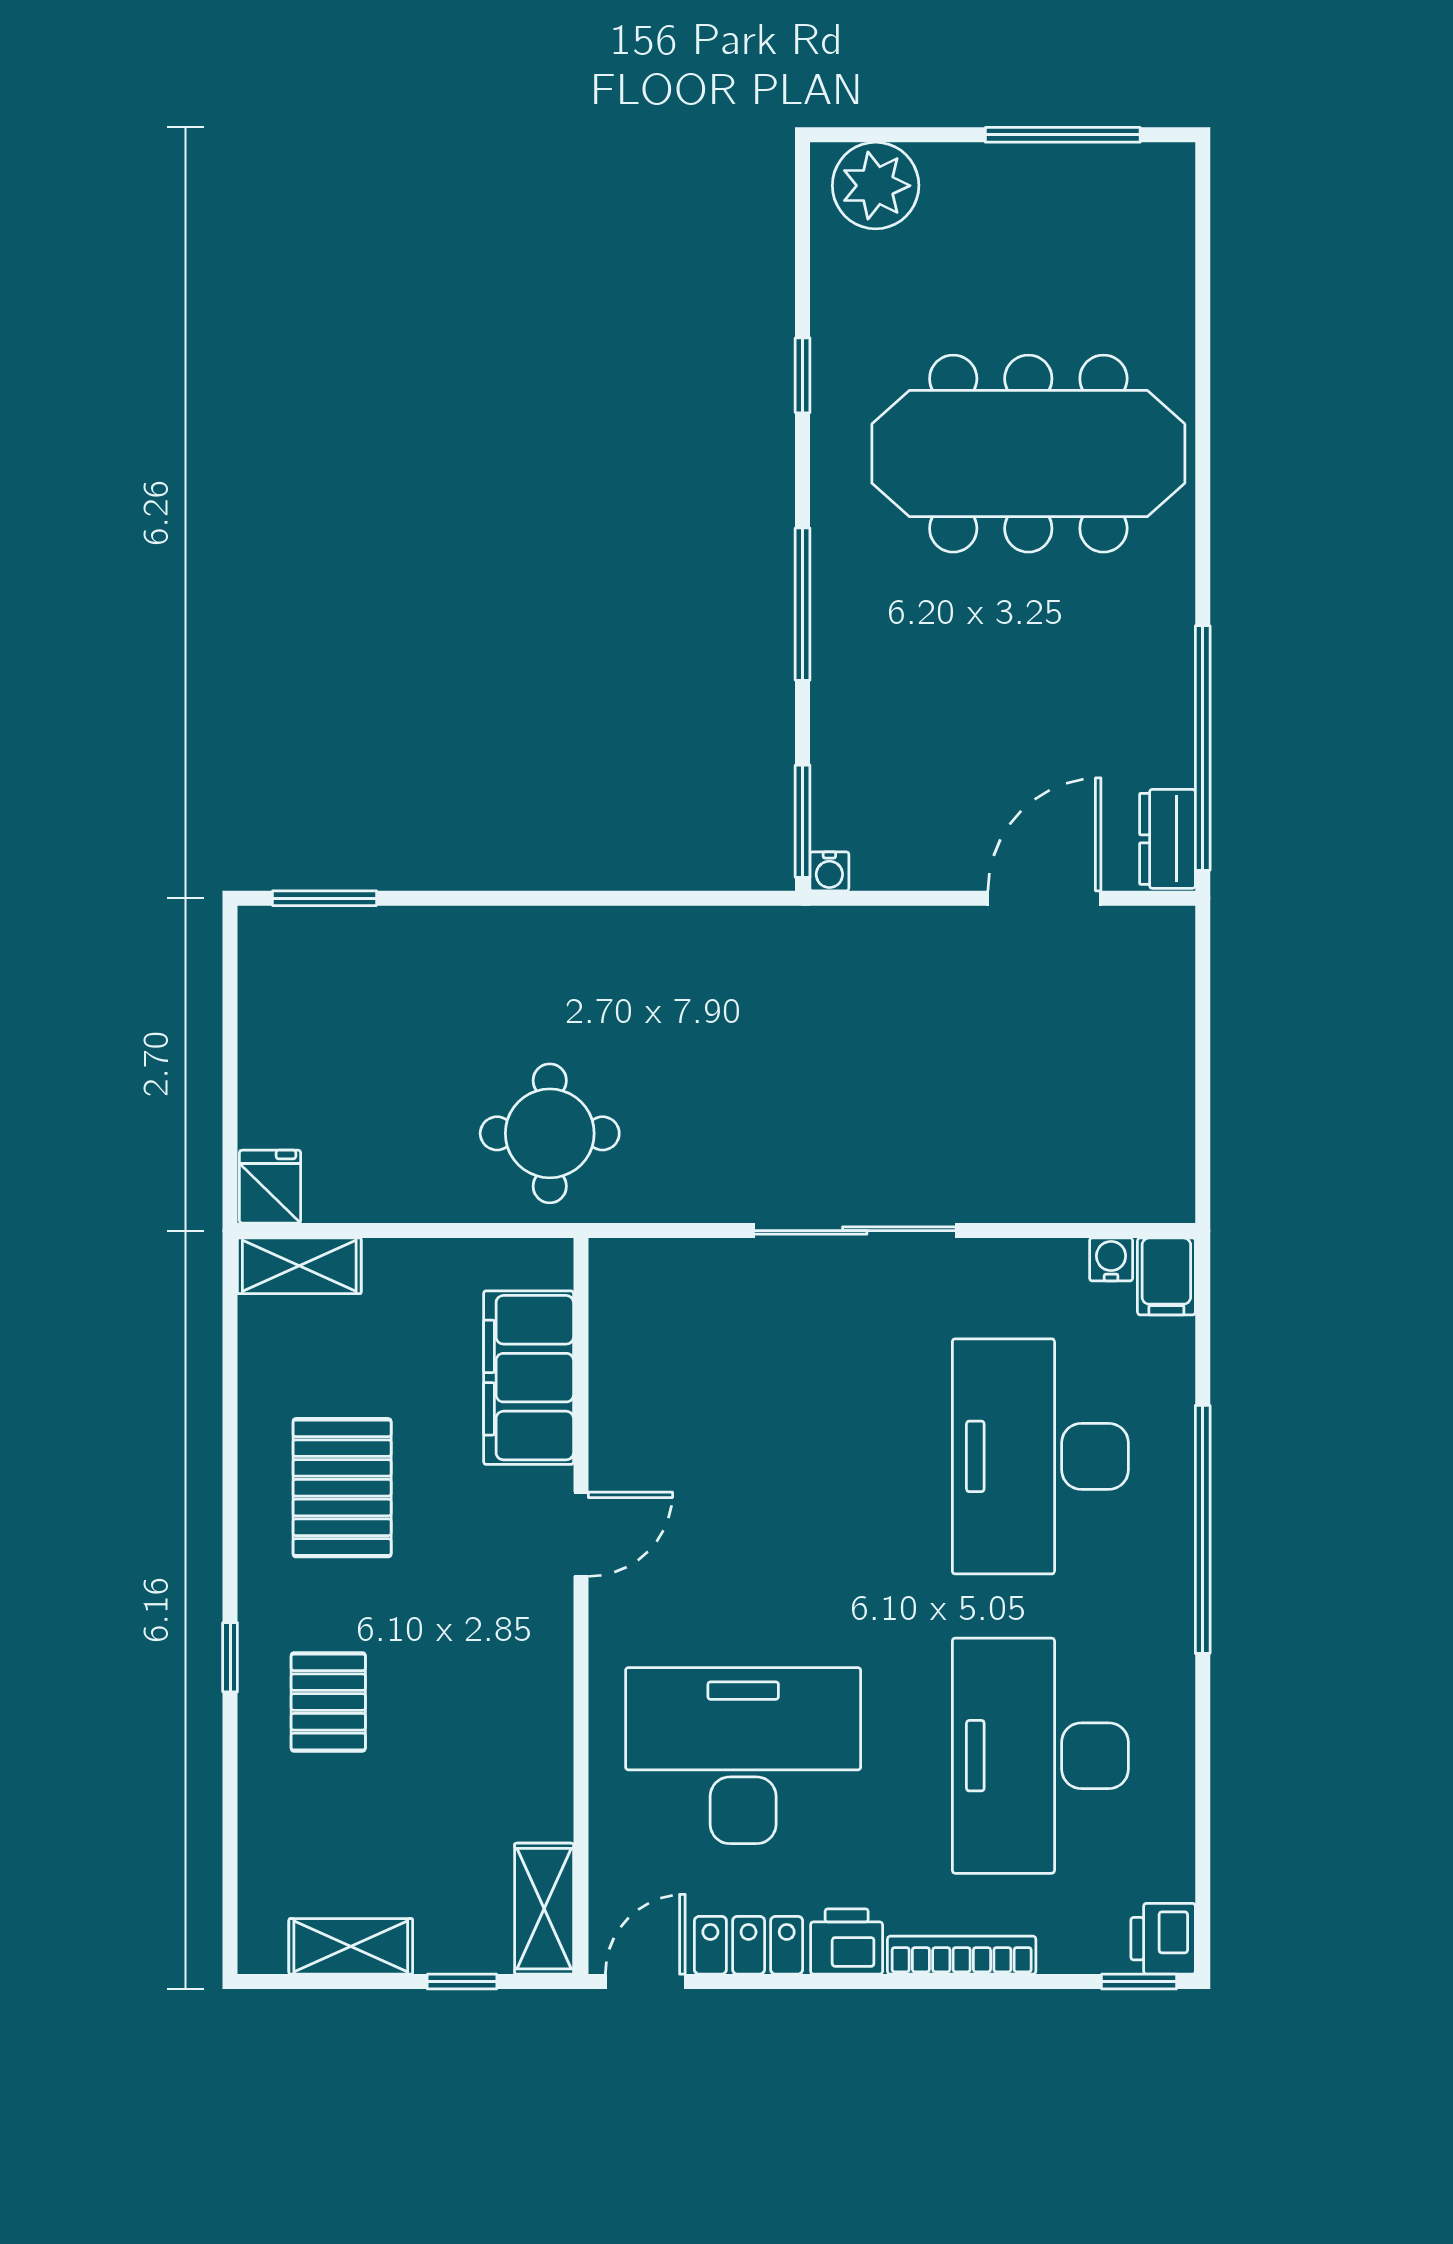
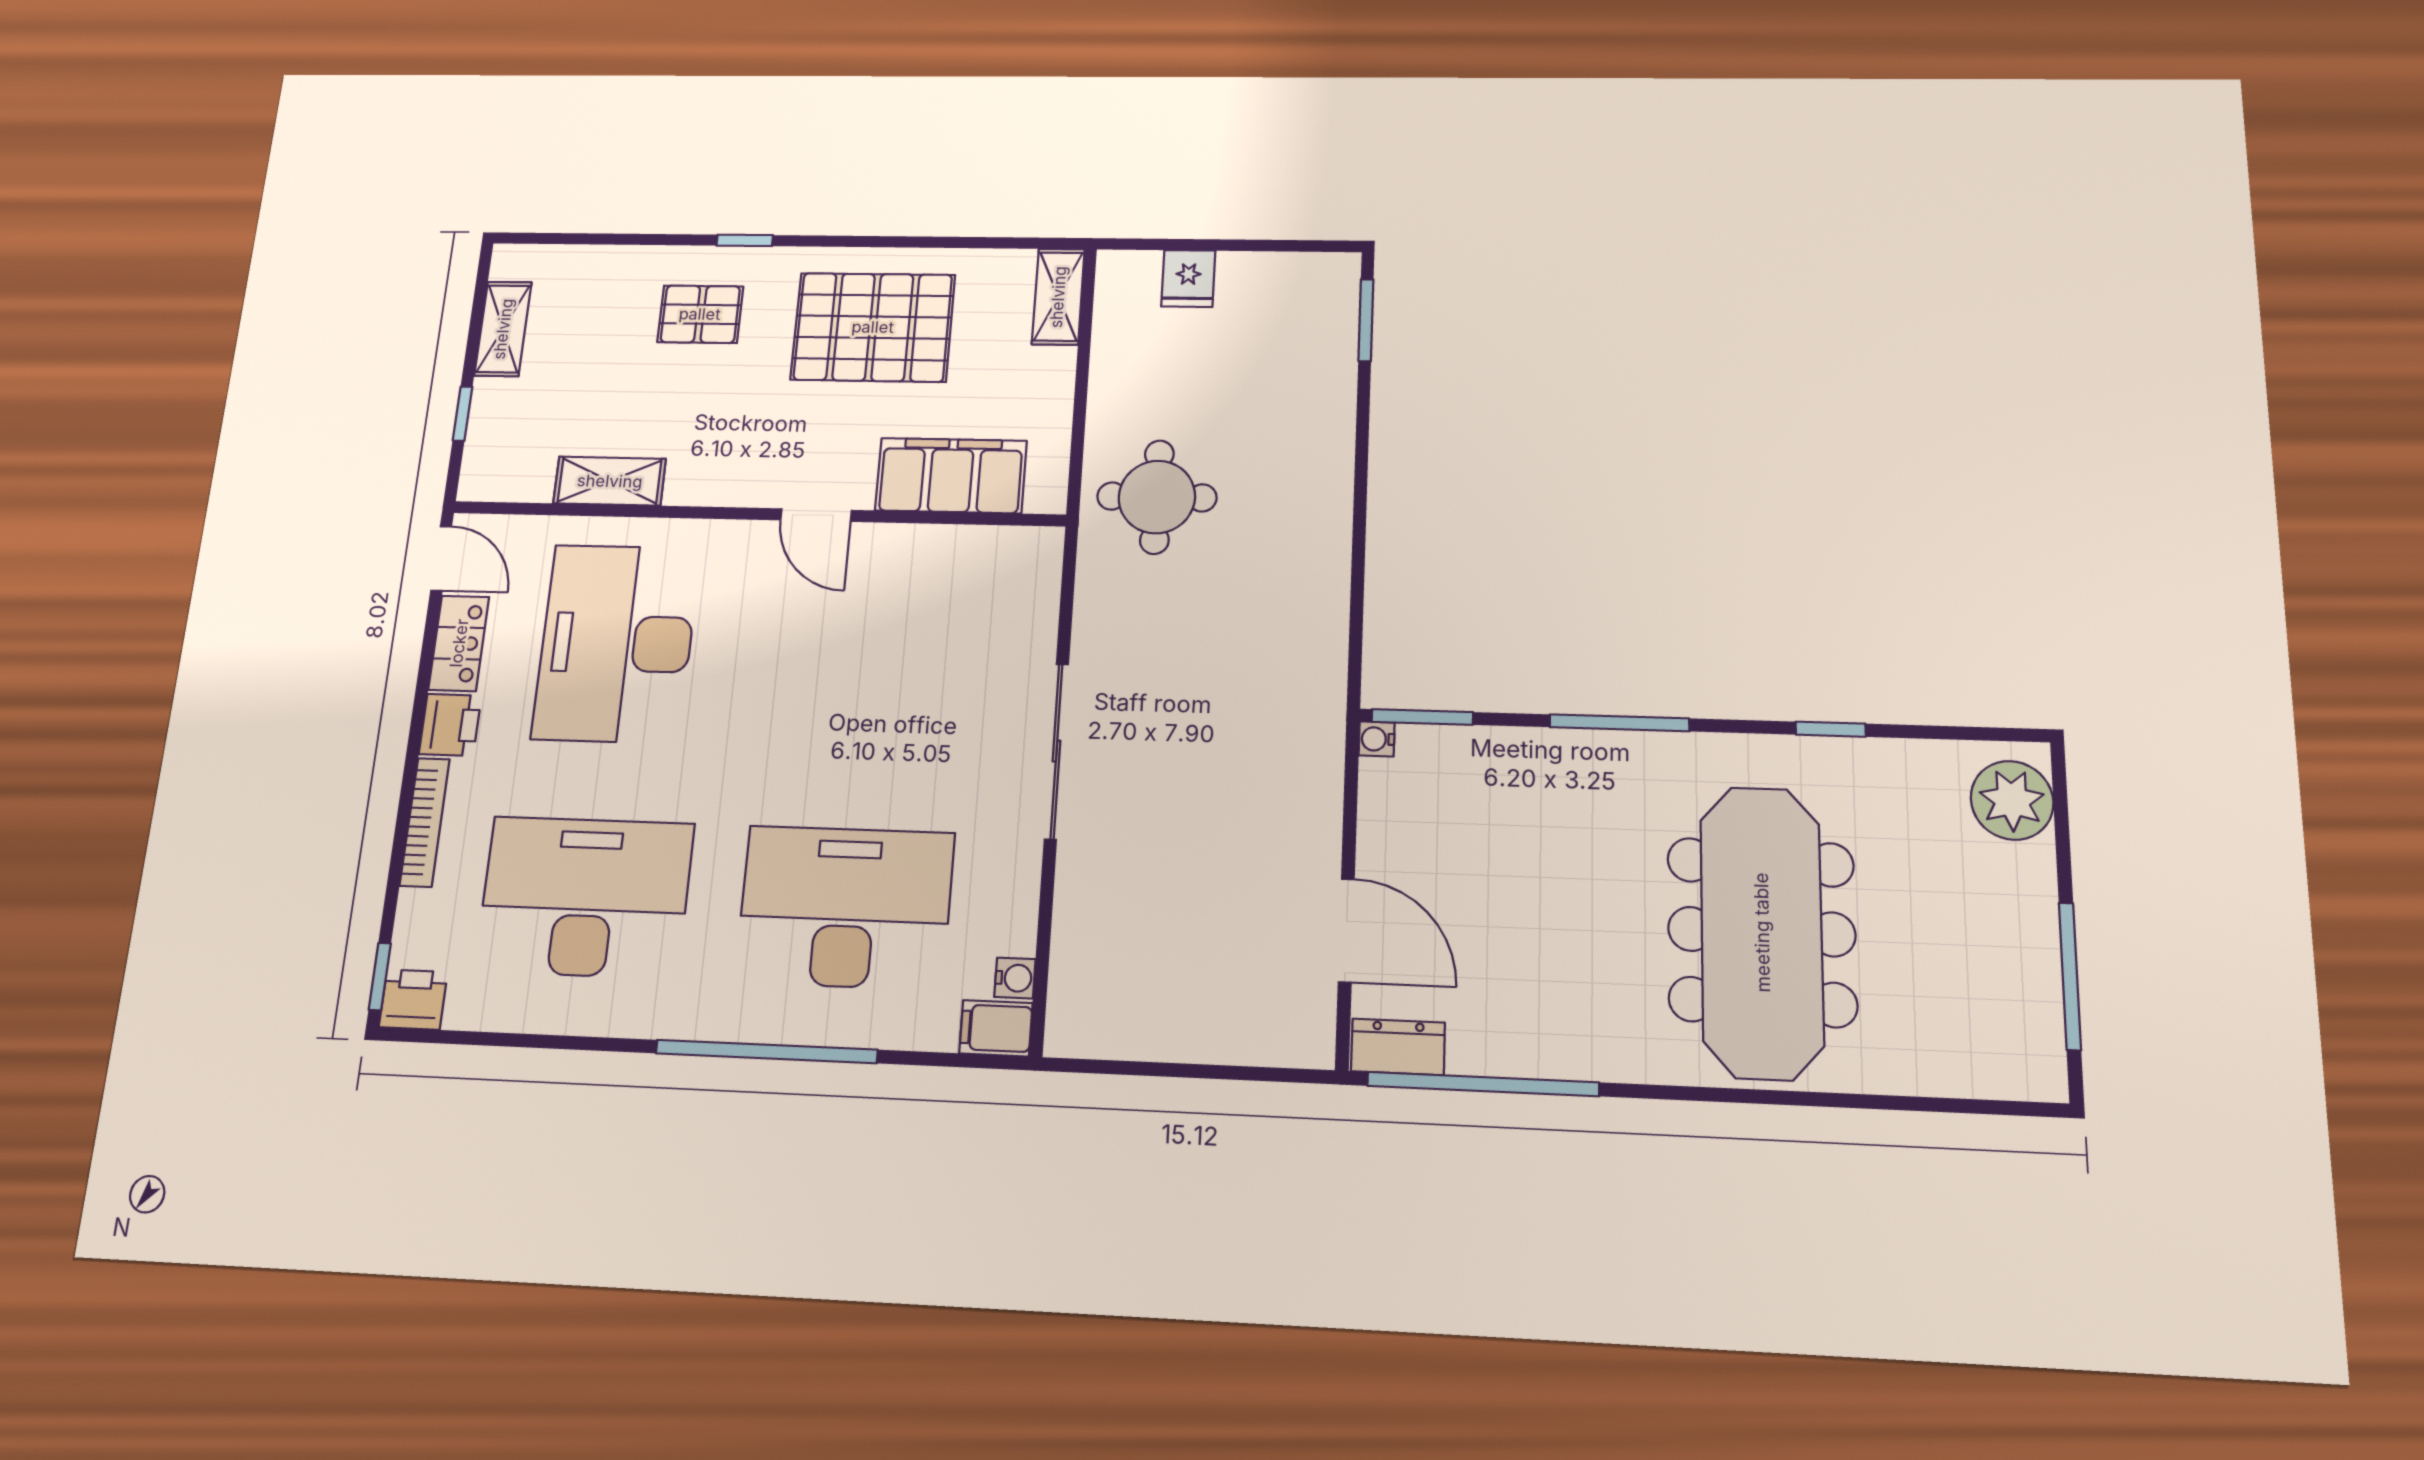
fridge: (270, 1187) -> (1188, 279), moved, turned 90
pallet: (342, 1488) -> (873, 327), width x1.37, depth x1.41
desk: (743, 1756) -> (616, 643), turned 180
shelving: (544, 1909) -> (610, 481), moved

